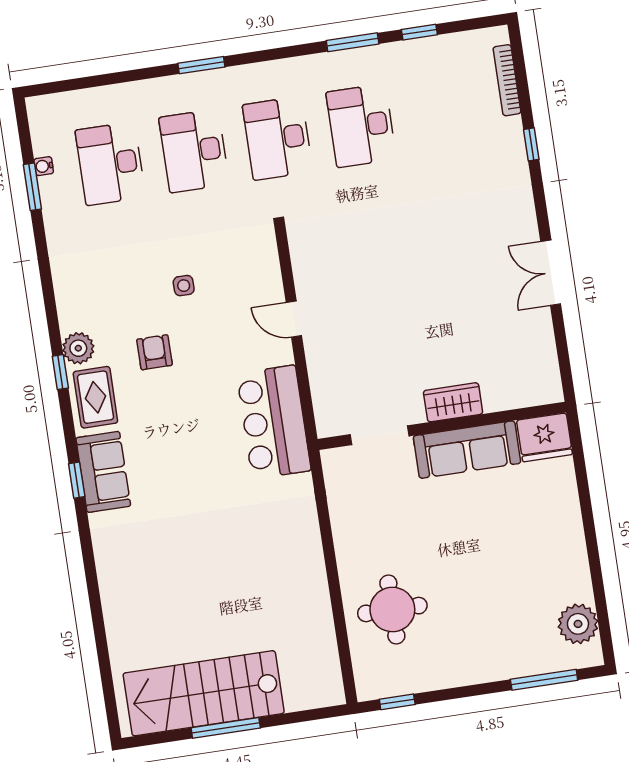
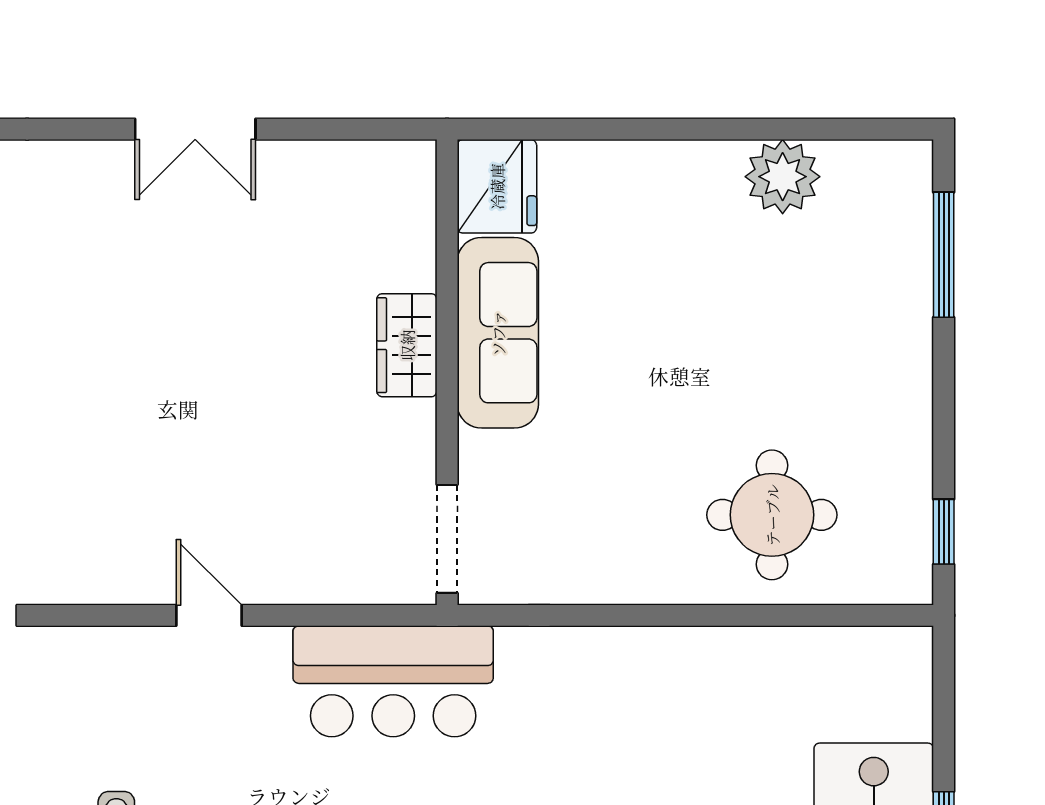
door: (294, 319) -> (209, 615), swing flipped
doorway: (380, 435) -> (447, 539), moved
plant: (578, 624) -> (783, 177), moved

